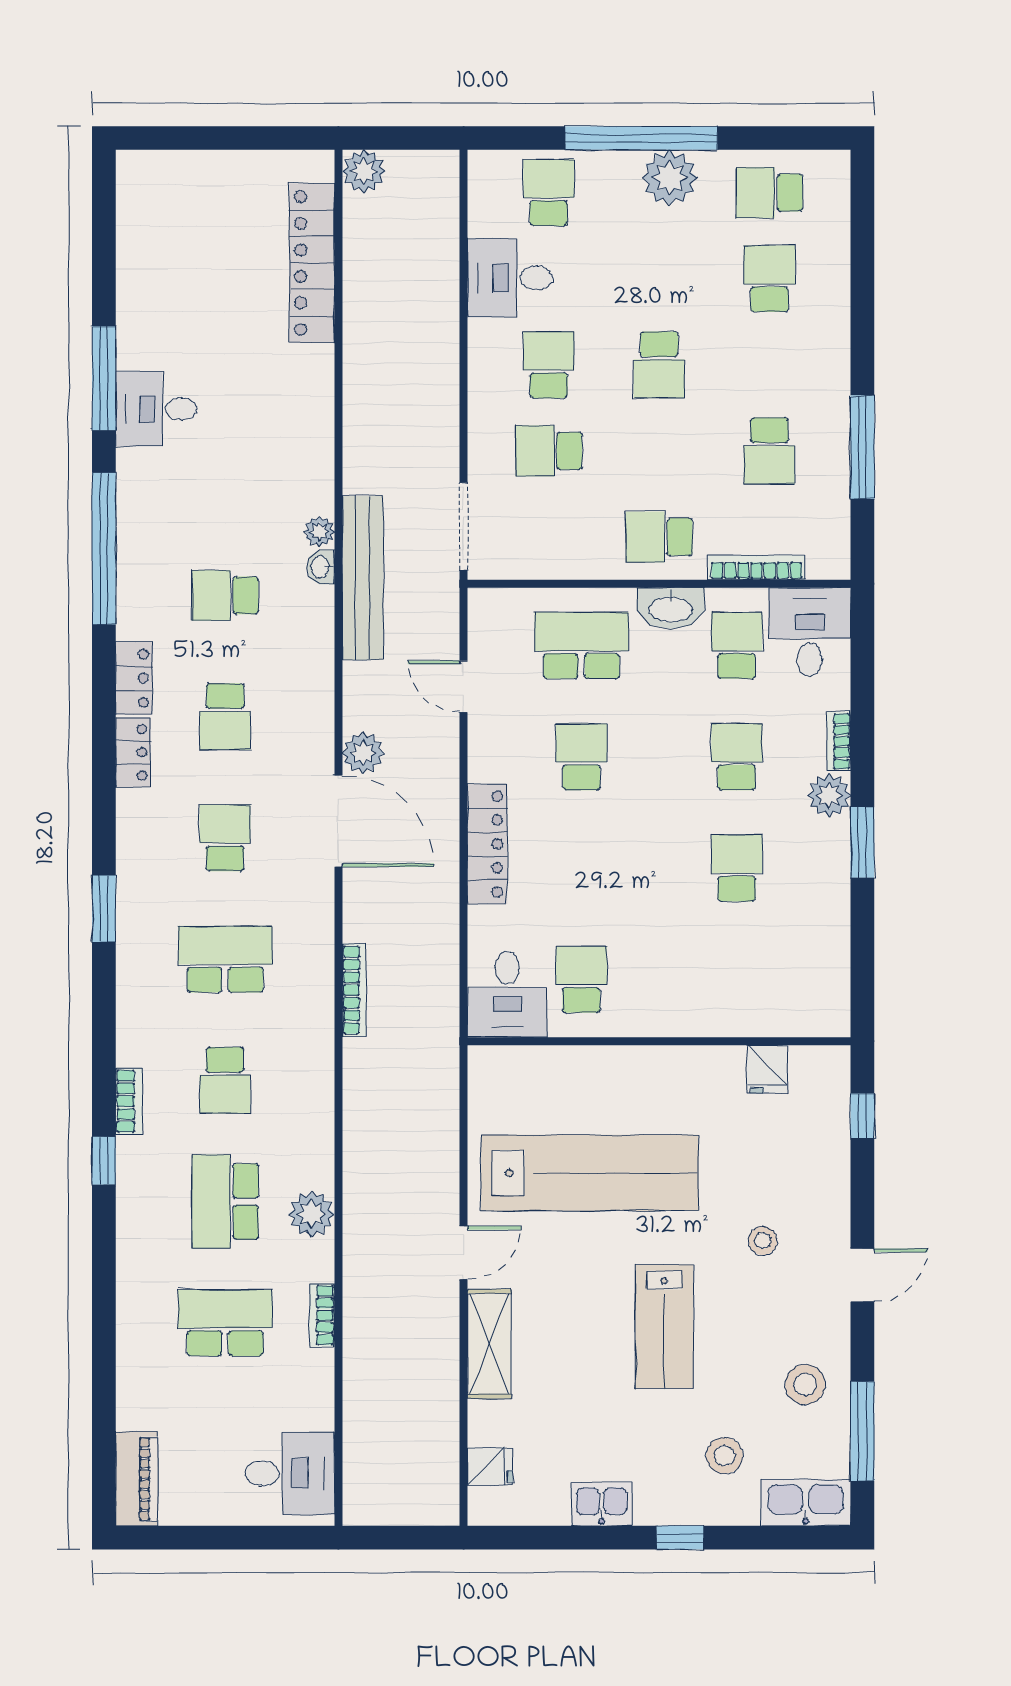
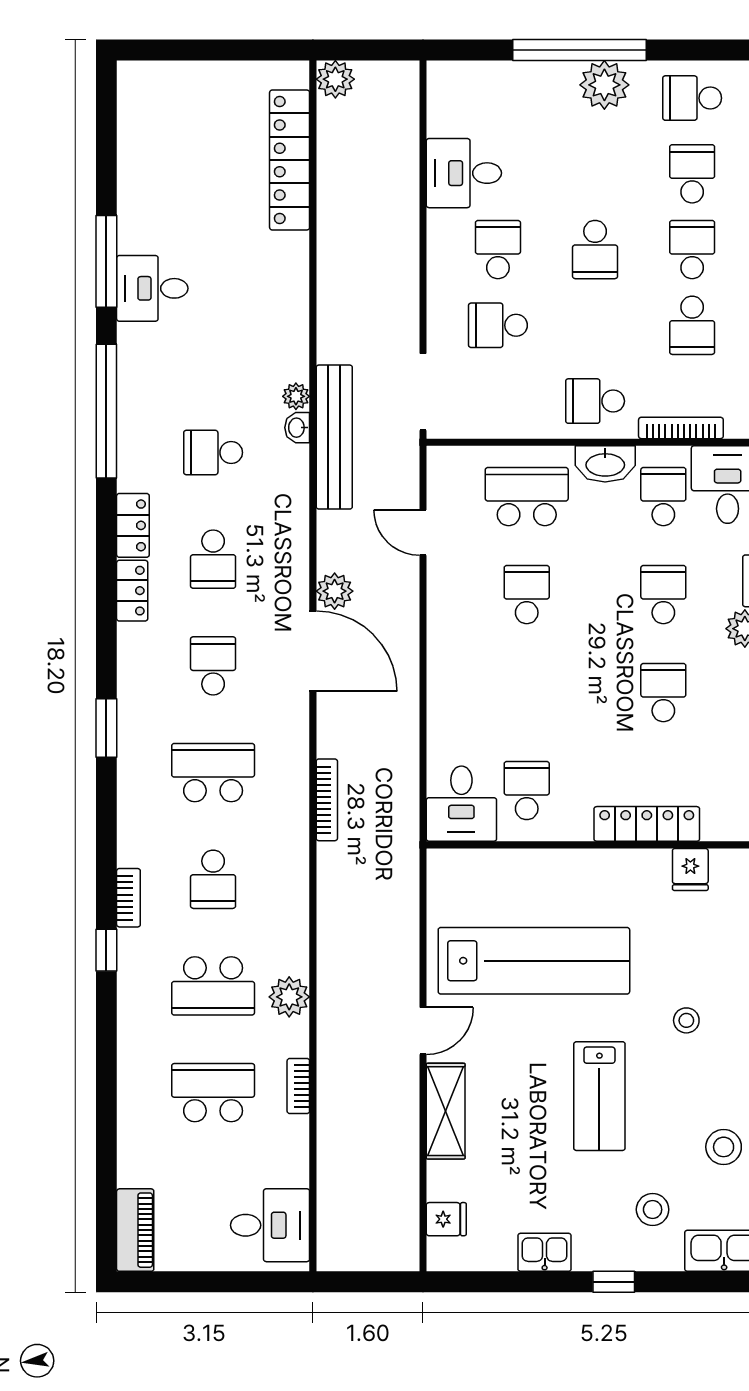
school desk: (549, 193) -> (692, 250), moved
locker: (487, 844) -> (647, 824), moved, turned -90
school desk: (225, 1202) -> (213, 986), turned -90

